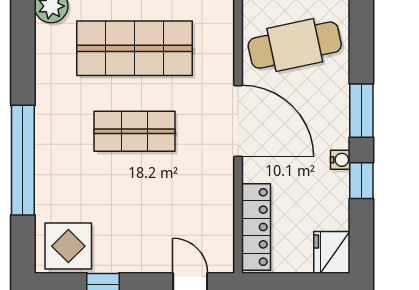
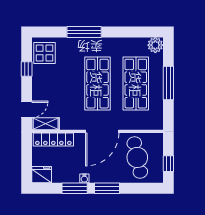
shop shelf: (135, 131) -> (97, 84), width x1.43, depth x1.36
window: (23, 160) -> (84, 32), width x0.68
window: (361, 181) -> (75, 188), width x1.50
shelving: (221, 244) -> (46, 124), added

